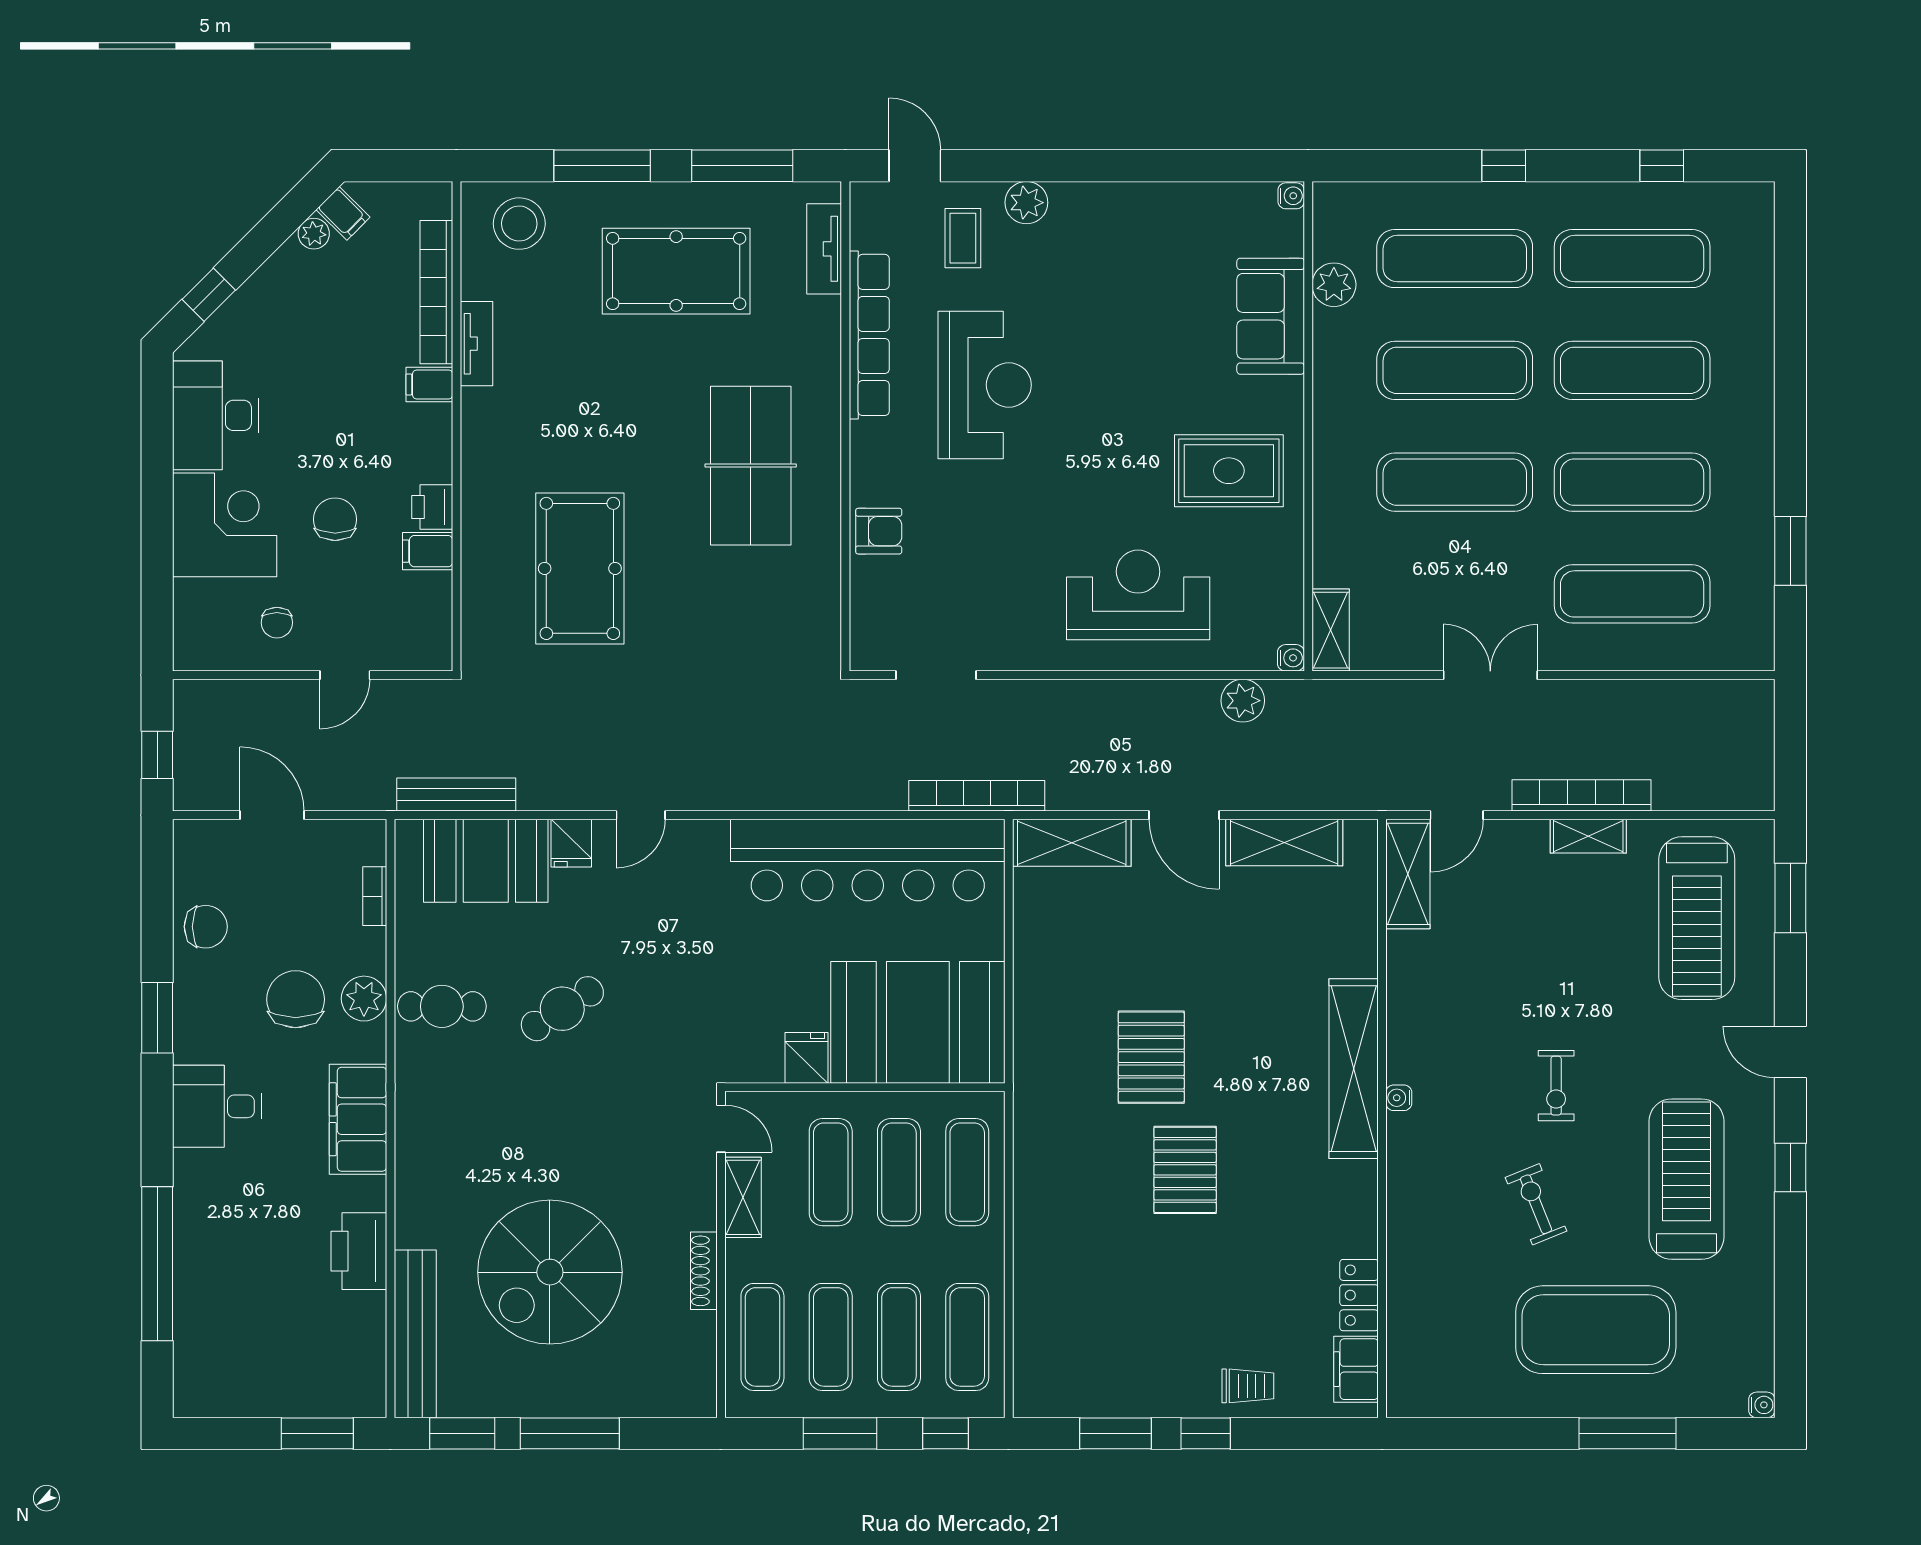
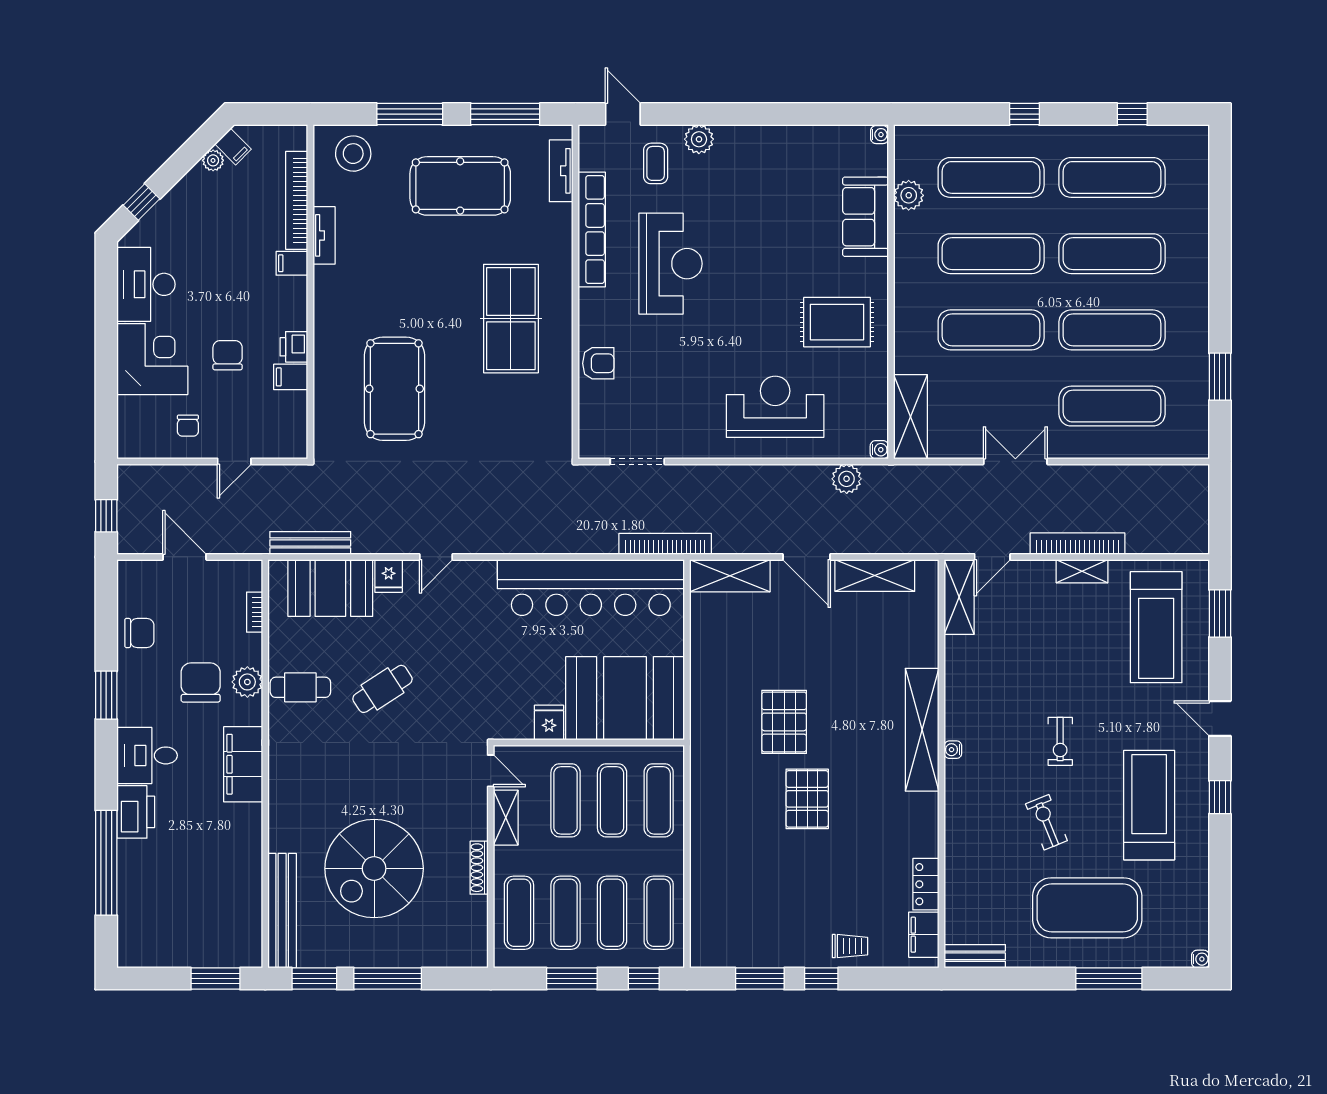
shelving: (1331, 630) -> (911, 417), width x1.50, depth x1.33
printer: (359, 1251) -> (136, 812), moved, turned 180
bench: (1431, 1401) -> (975, 956), added

